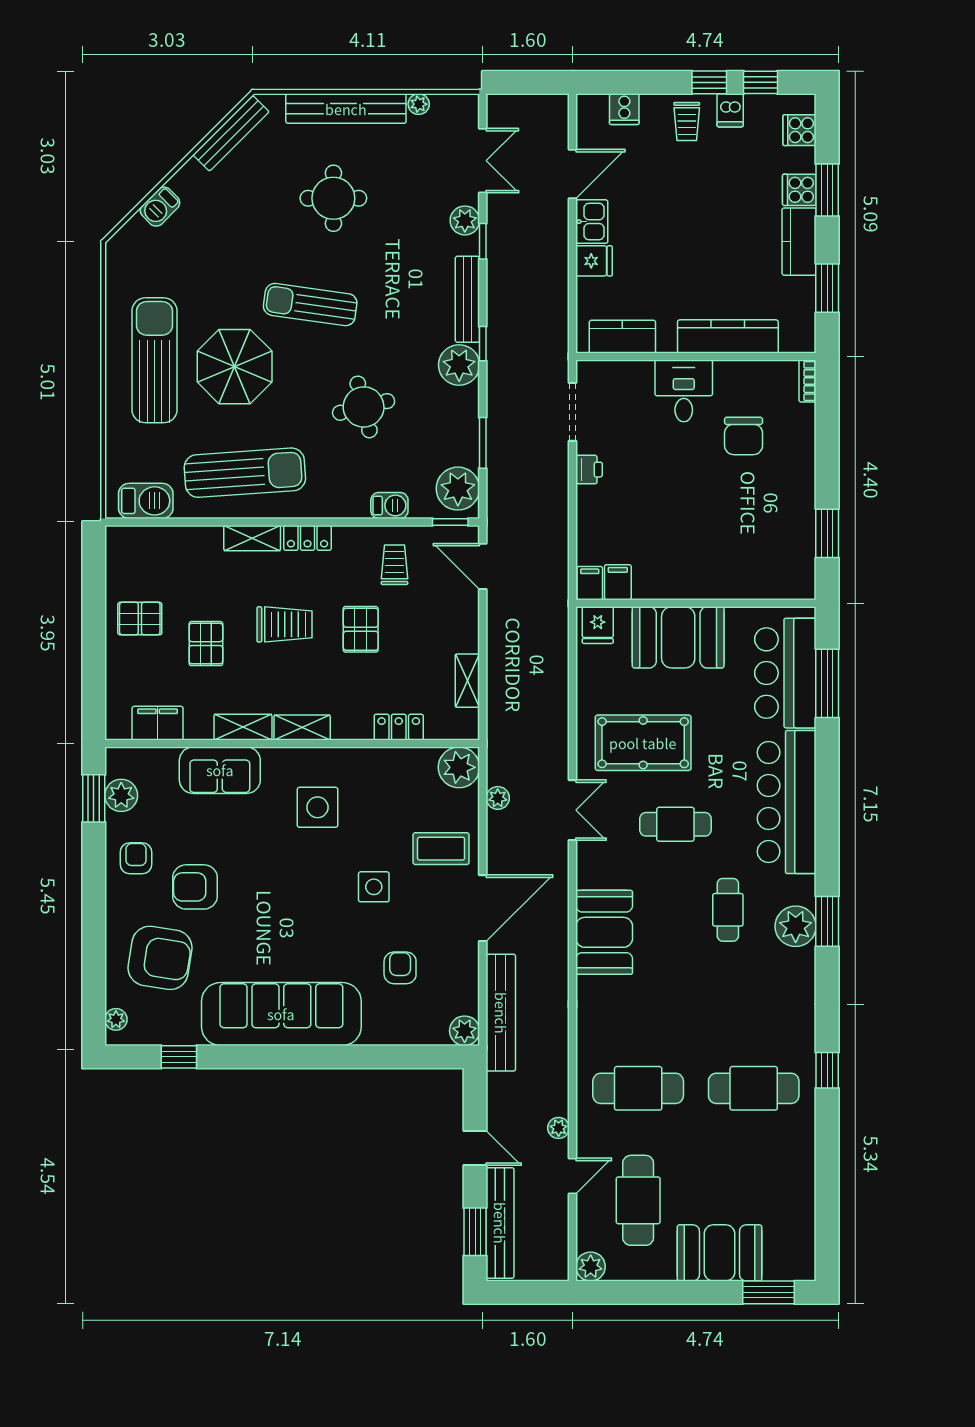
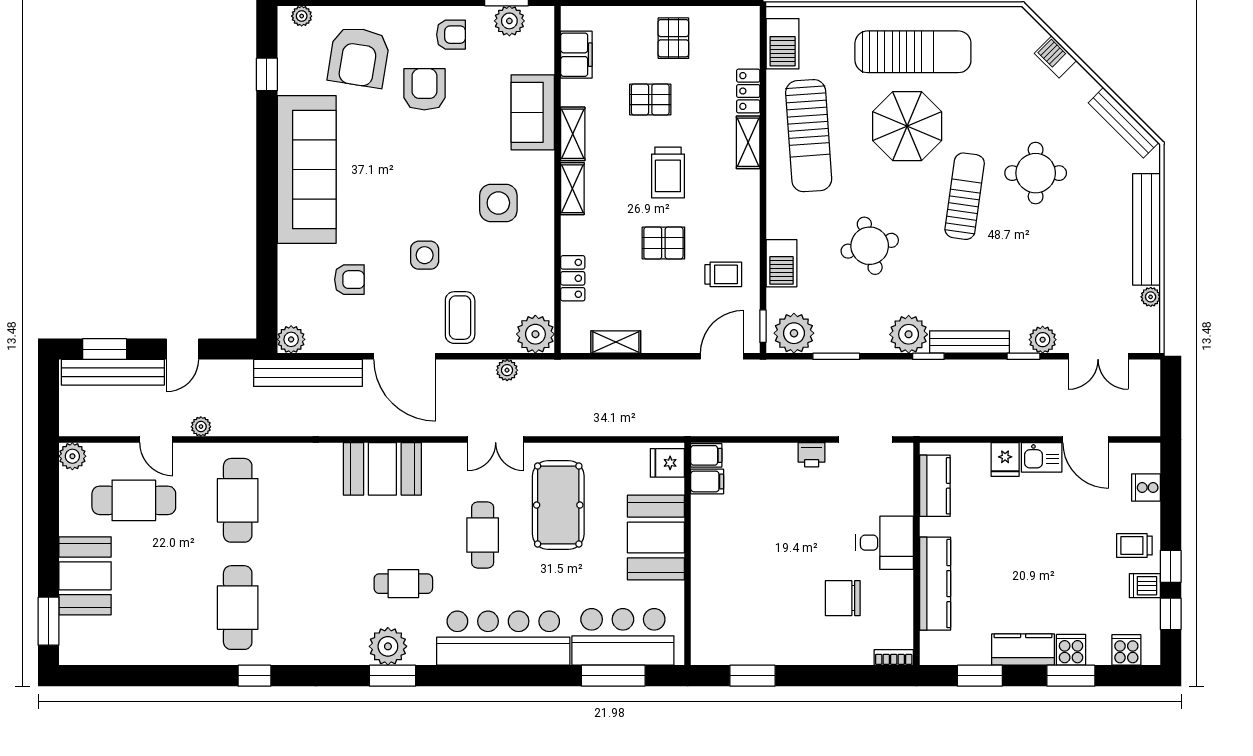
round table: (333, 198) -> (1036, 173), moved
barbecue: (389, 505) -> (781, 263), width x1.38, depth x1.27
locker: (307, 538) -> (748, 91), moved

